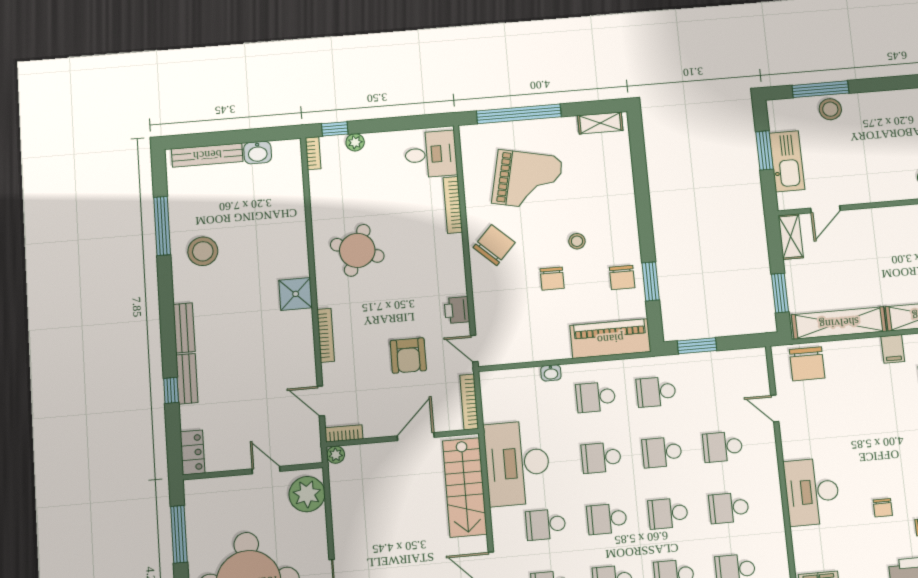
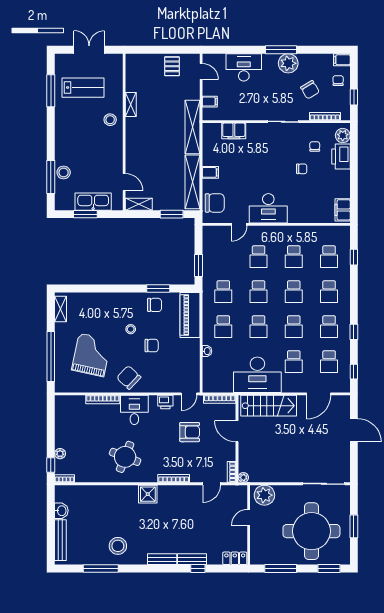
desk: (431, 154) -> (134, 410), moved
filing cabinet: (893, 349) -> (210, 172), moved
desk: (812, 492) -> (268, 208), moved

